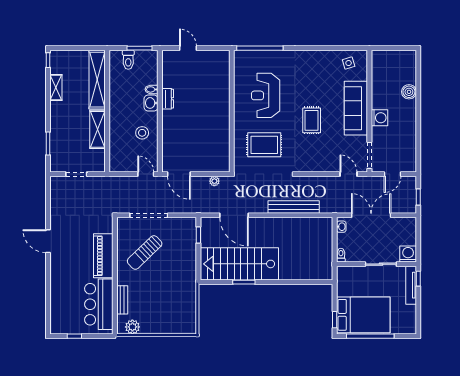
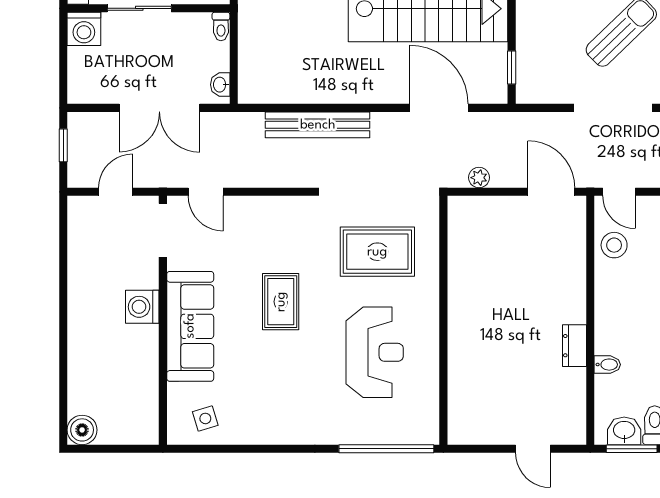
boiler: (409, 92) -> (82, 430), moved
washbasin: (151, 103) -> (624, 431), moved, turned -90
stool: (142, 133) -> (614, 245), moved

